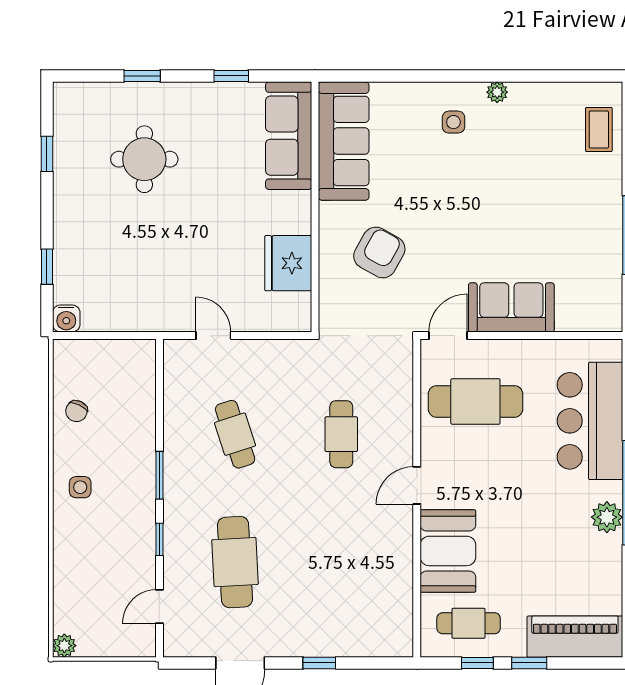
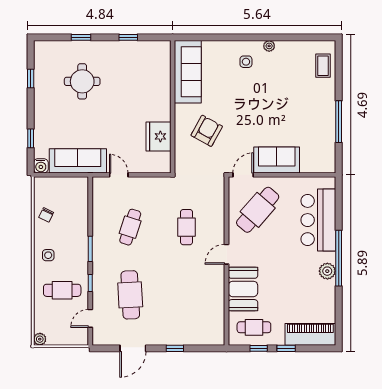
sofa: (289, 136) -> (78, 161), moved, turned 90
cafe table: (475, 401) -> (258, 210), turned -49
cafe table: (235, 434) -> (130, 227), turned 36
cafe table: (107, 553) -> (62, 290), added

